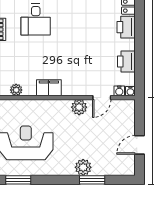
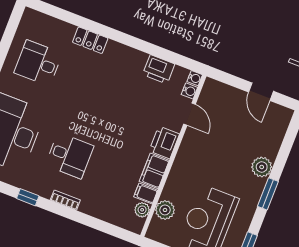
printer: (126, 27) -> (164, 142), moved, turned 90
filing cabinet: (29, 88) -> (146, 194), added
plant: (79, 107) -> (165, 210), moved
window: (92, 180) -> (268, 194), moved

